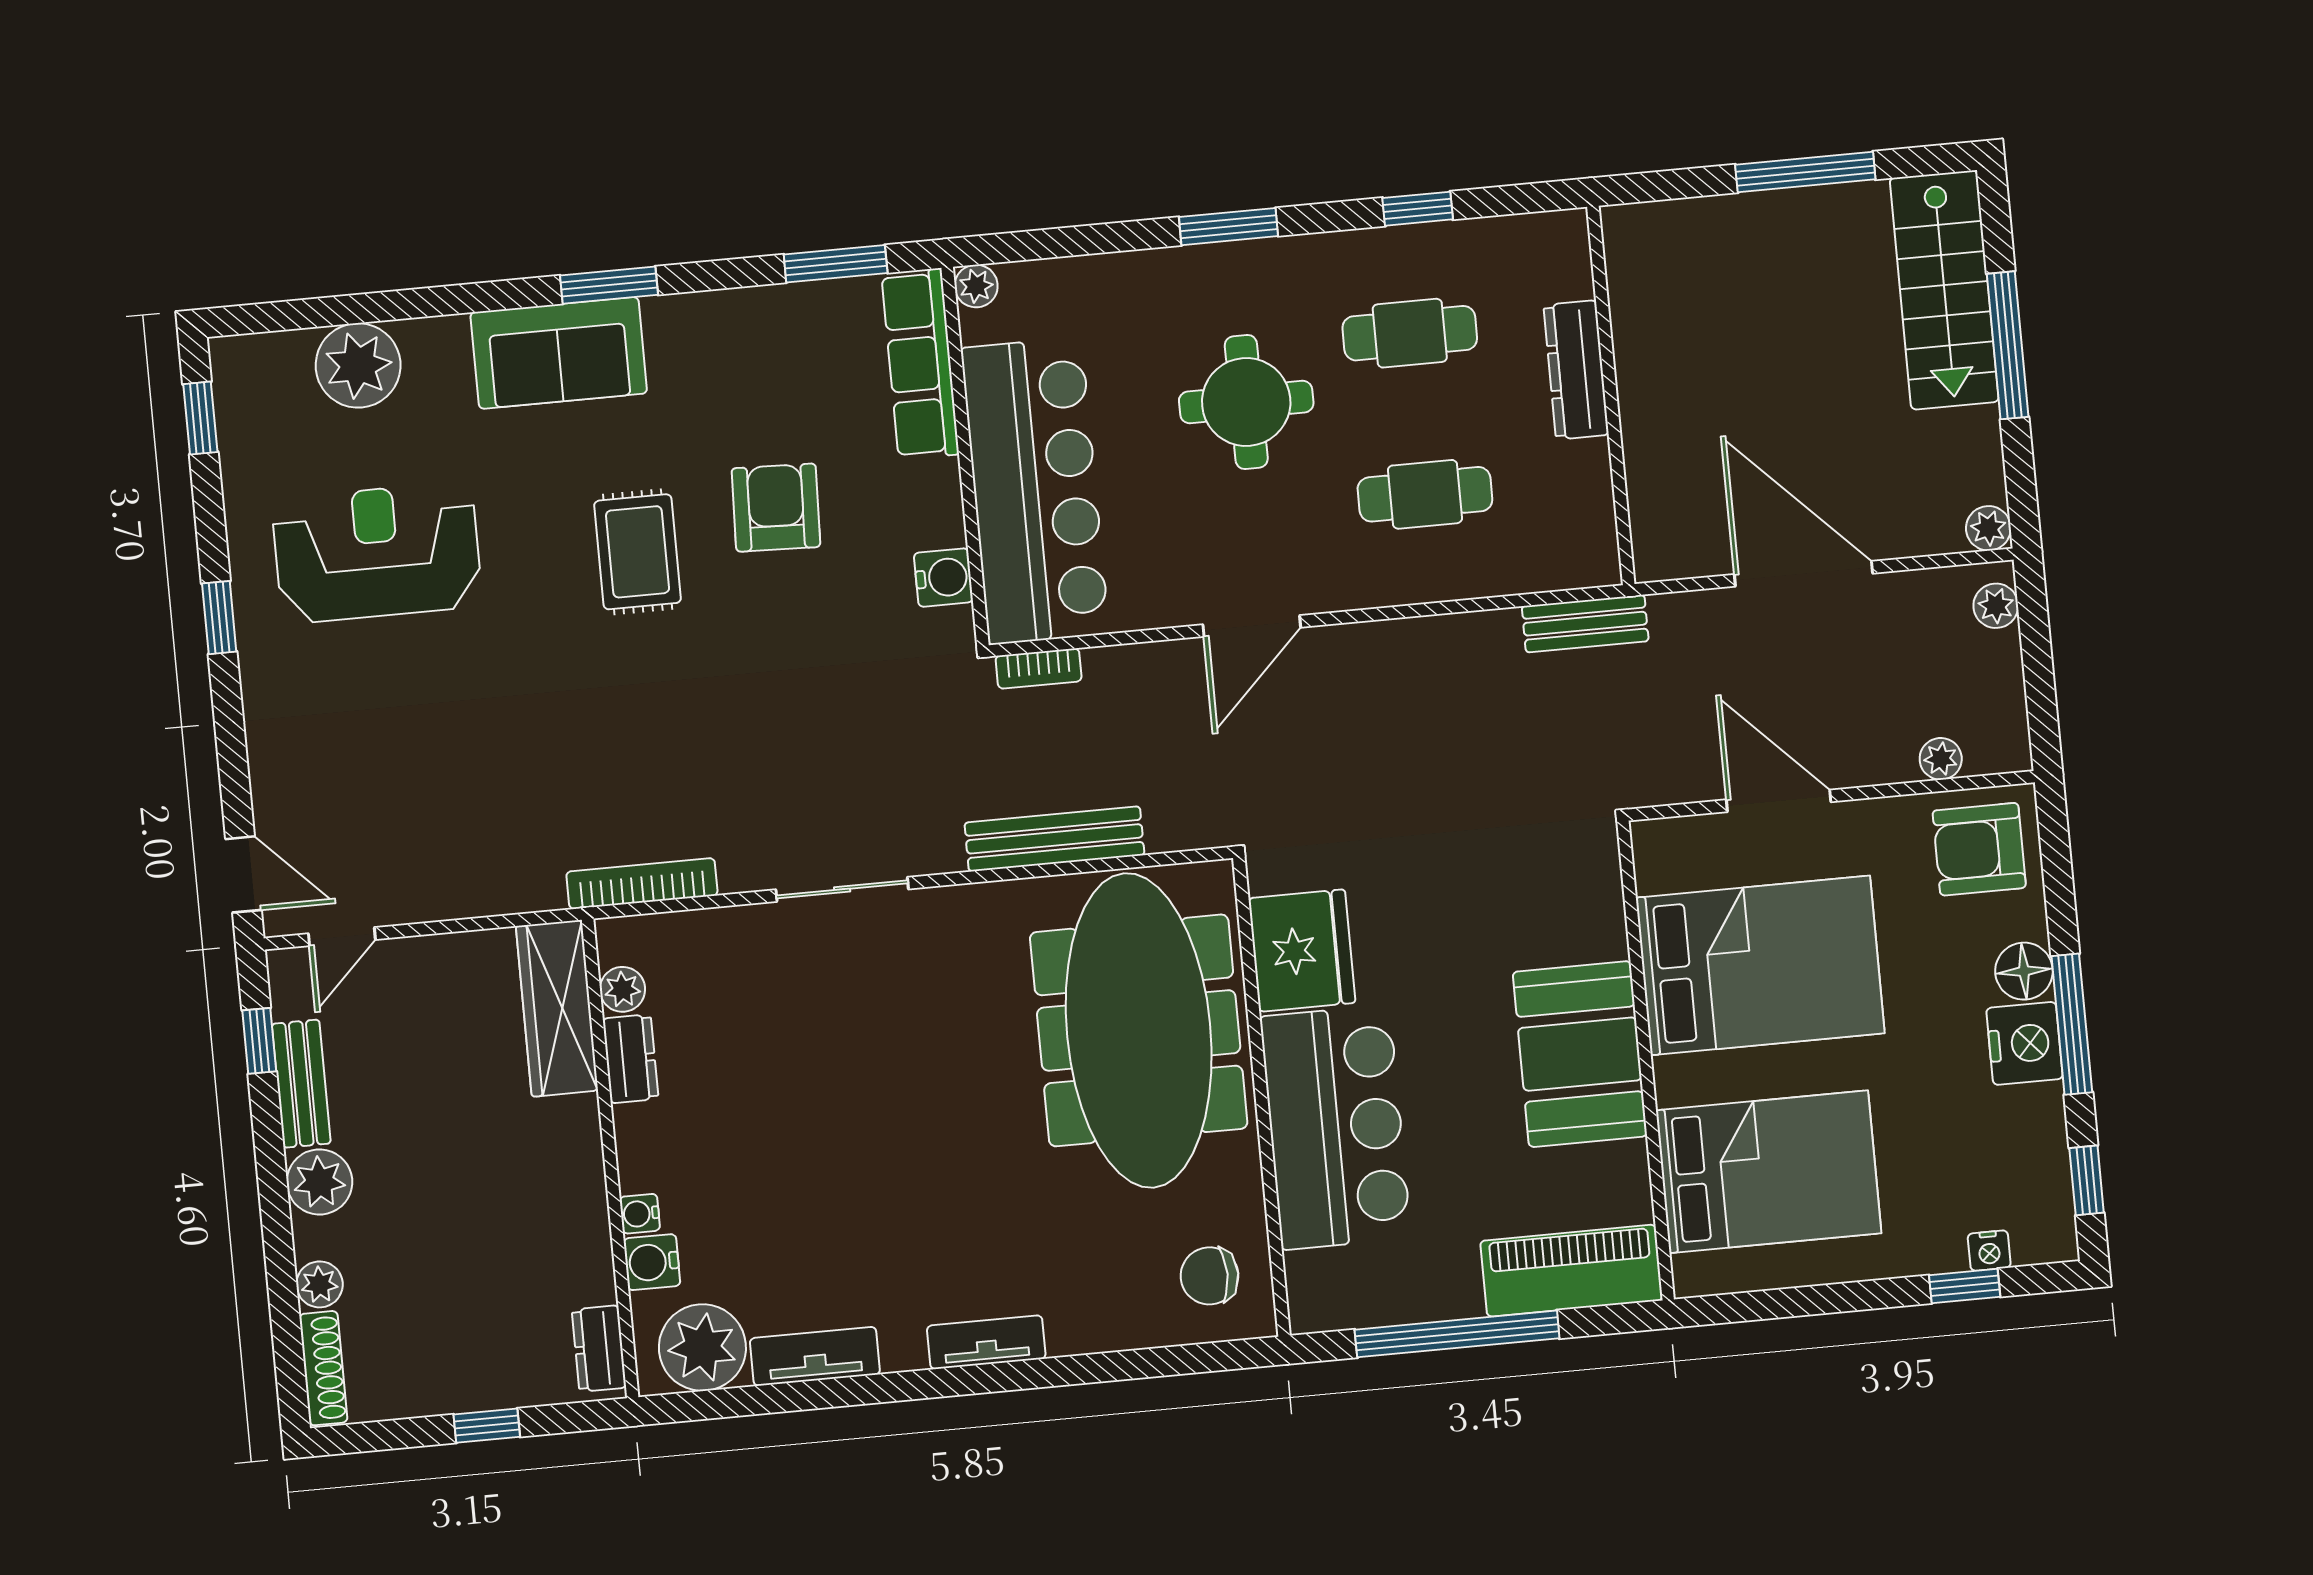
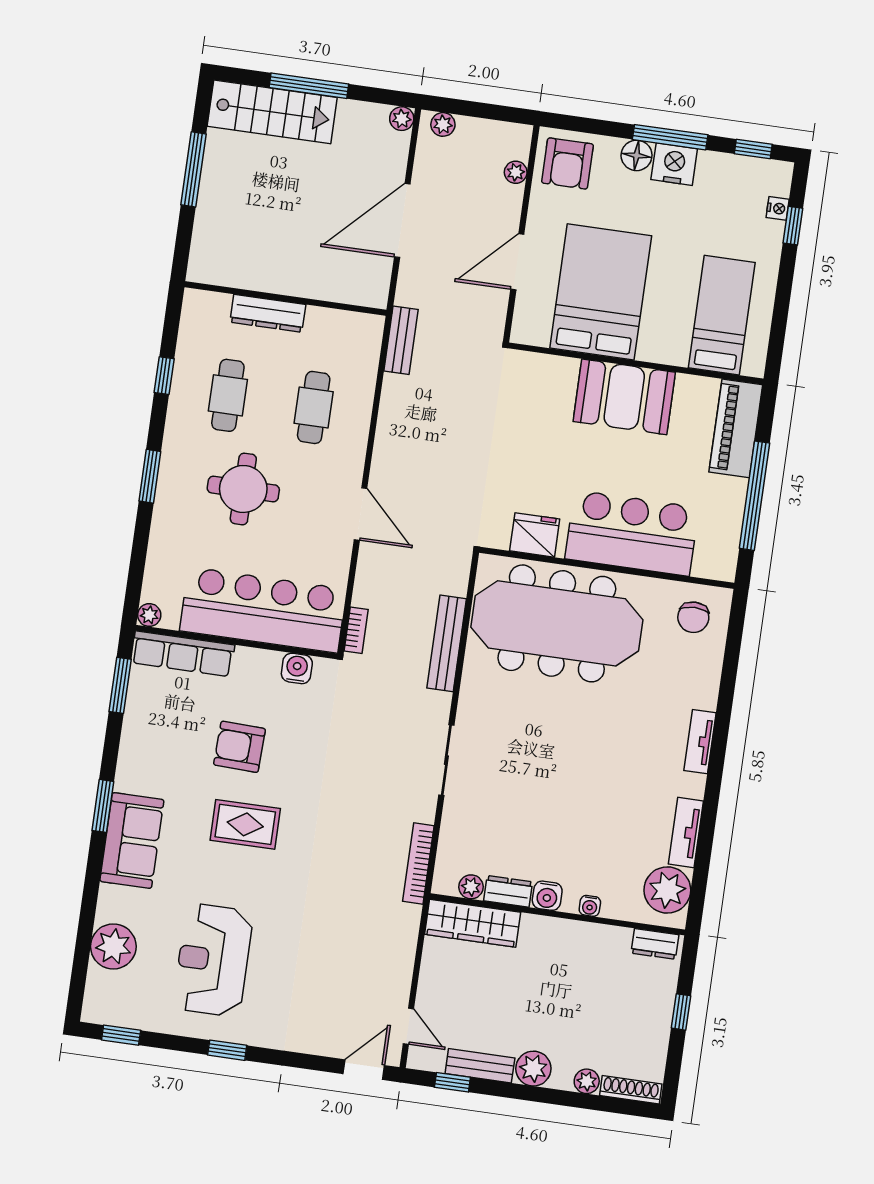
fridge: (1302, 951) -> (535, 535), width x0.73, depth x0.75
bed: (1769, 1172) -> (722, 315), width x0.67
water cooler: (652, 1262) -> (547, 896), moved

